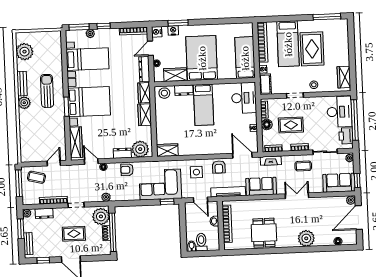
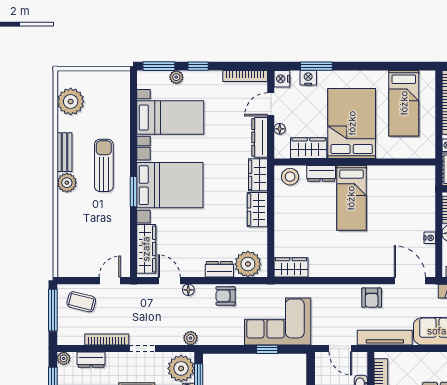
bed: (245, 58) -> (404, 103), moved, turned 180
desk: (244, 98) -> (416, 190), removed
side table: (196, 172) -> (336, 304), removed
window: (167, 202) -> (267, 349), moved

